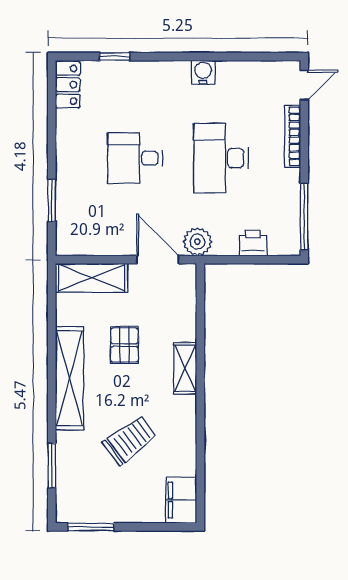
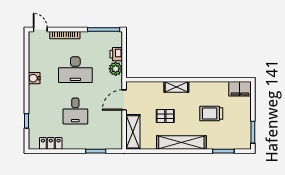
locker: (68, 85) -> (51, 143), moved
plant: (197, 242) -> (116, 69), moved
trolley: (130, 440) -> (211, 114), turned -53

